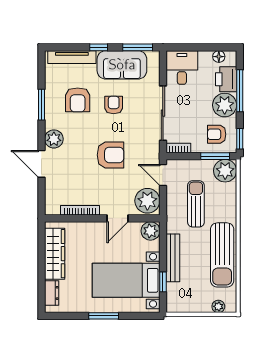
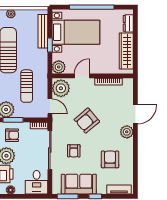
tv unit: (72, 57) -> (119, 190), width x0.71
window: (41, 105) -> (135, 156), removed
armchair: (114, 105) -> (74, 151), moved
armchair: (110, 155) -> (87, 121), turned -40
door: (41, 164) -> (135, 114), hinge flipped
bench: (173, 258) -> (43, 31), moved
window: (163, 282) -> (50, 45), moved
window: (104, 316) -> (92, 7), width x2.11

